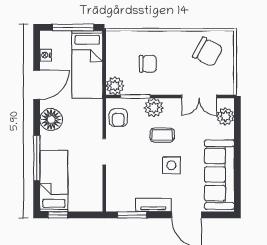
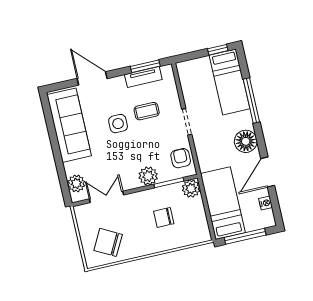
coffee table: (162, 135) -> (147, 111), moved
tv unit: (153, 205) -> (143, 77), moved

